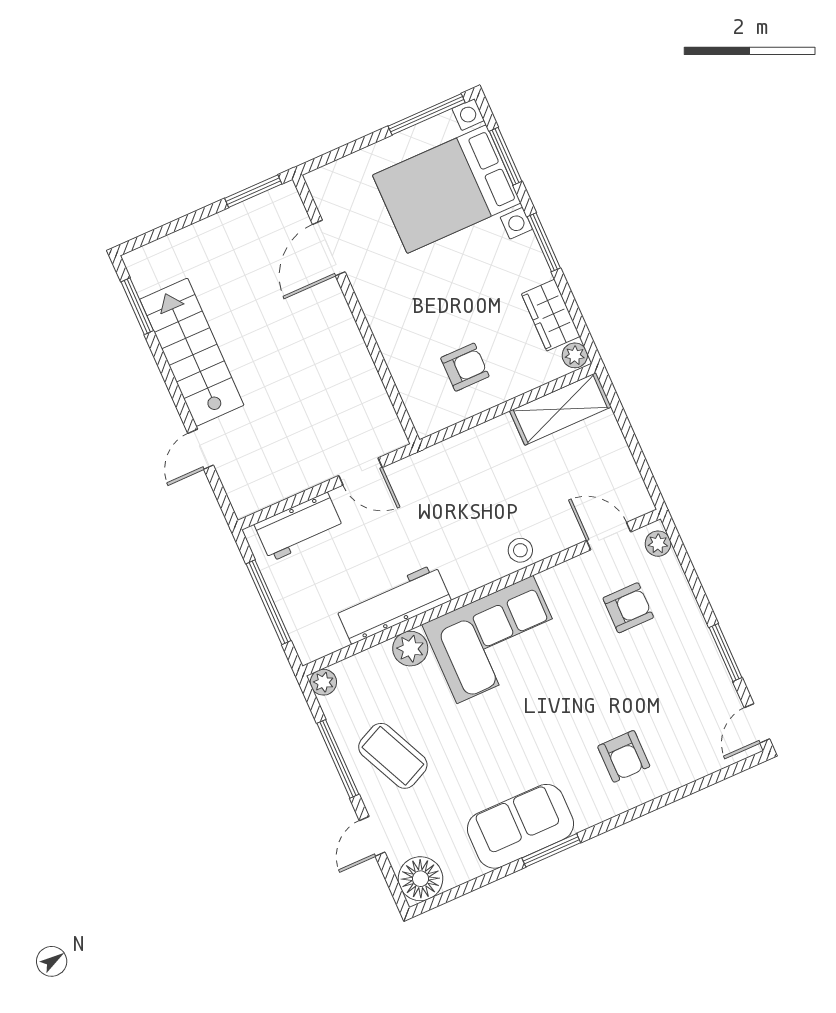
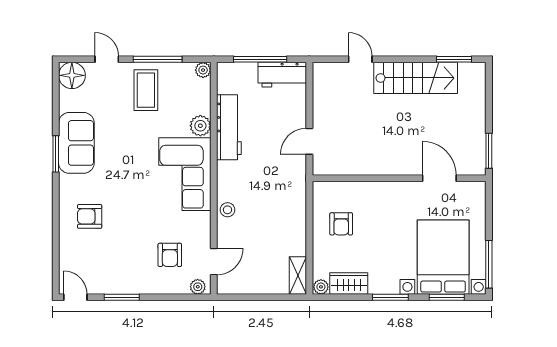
shelving: (560, 409) -> (298, 275), width x0.67, depth x0.75
workbench: (299, 527) -> (282, 75), moved, turned -90
coffee table: (393, 756) -> (146, 90), turned -65

